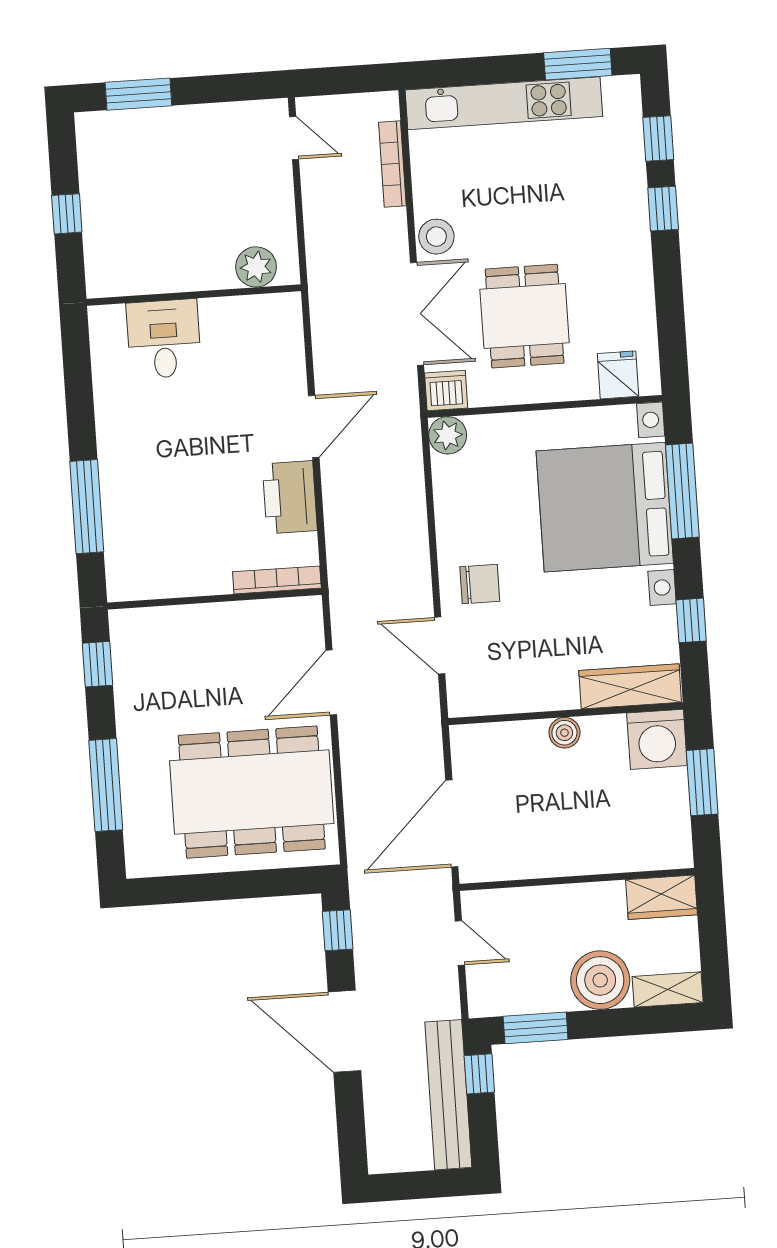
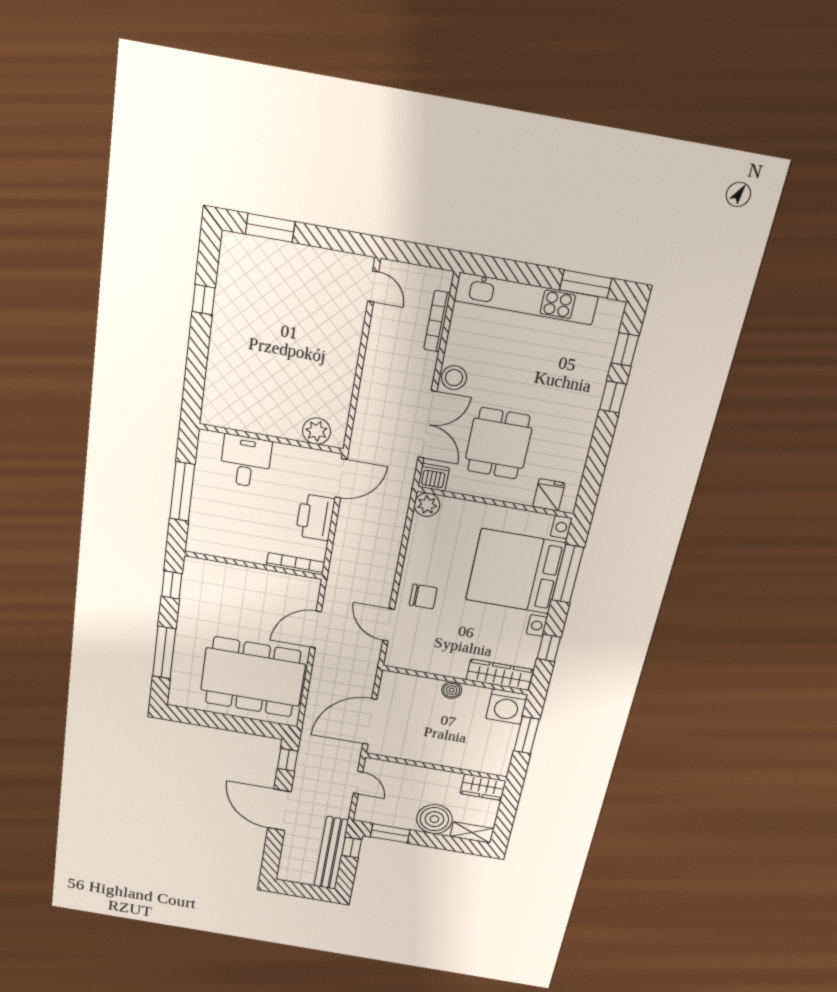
plant: (256, 267) -> (317, 431), moved
wall: (194, 295) -> (271, 439), moved
desk: (164, 339) -> (246, 461), moved

